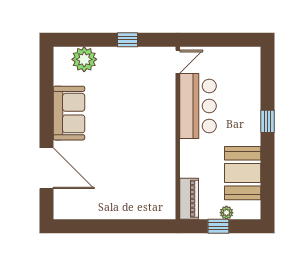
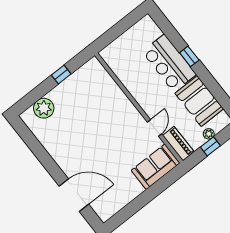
door: (178, 62) -> (154, 128), moved
bar counter: (198, 106) -> (169, 63), moved, turned 180
sofa: (69, 113) -> (156, 167), moved, turned -90

